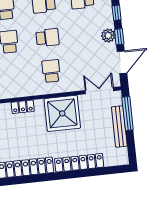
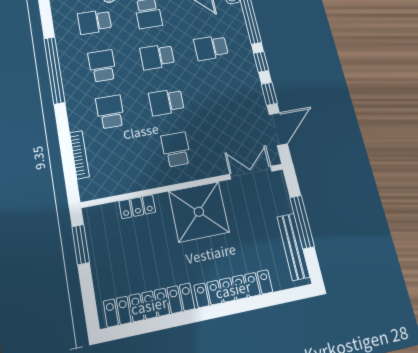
plant: (108, 36) -> (253, 93), removed
school desk: (47, 38) -> (166, 102), turned 180
window: (128, 114) -> (302, 222), moved
bench: (119, 127) -> (293, 247), moved

